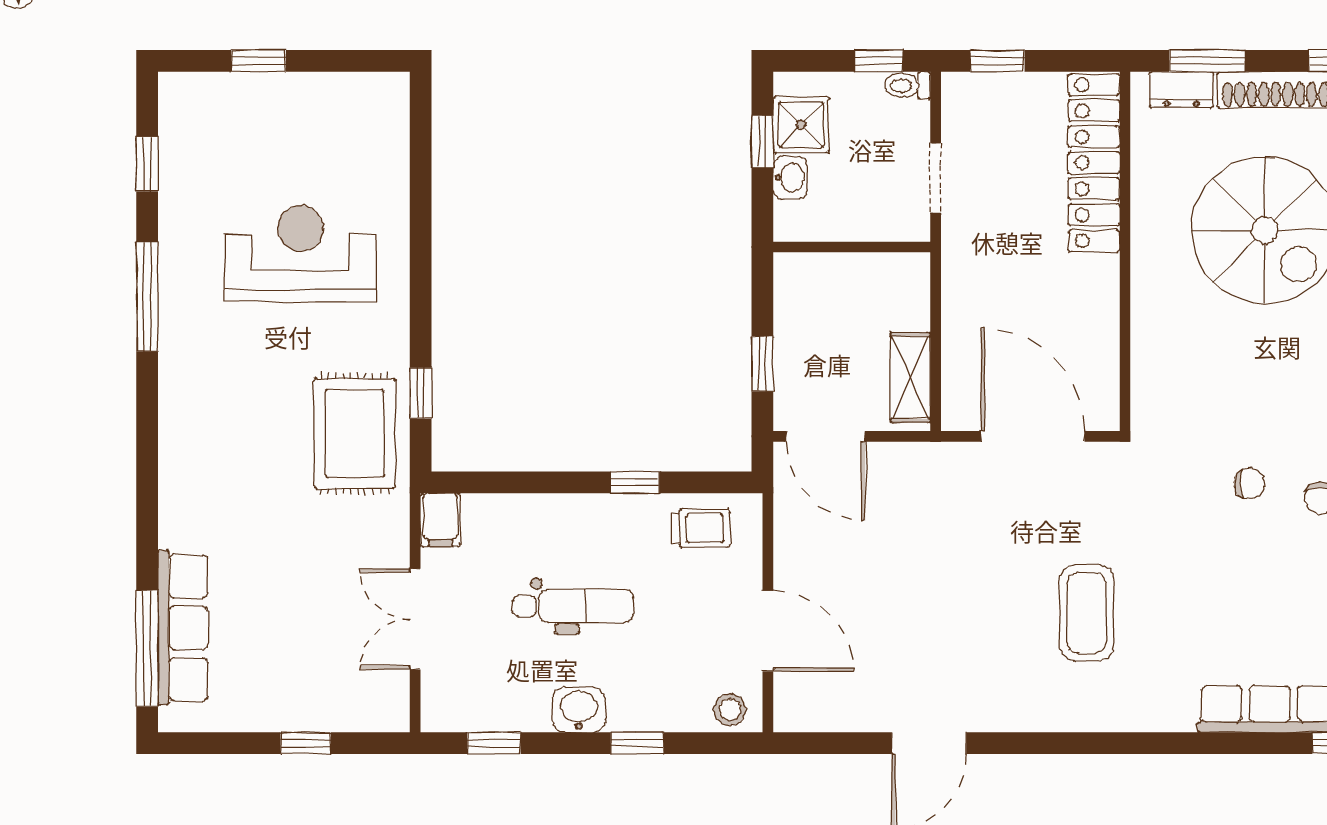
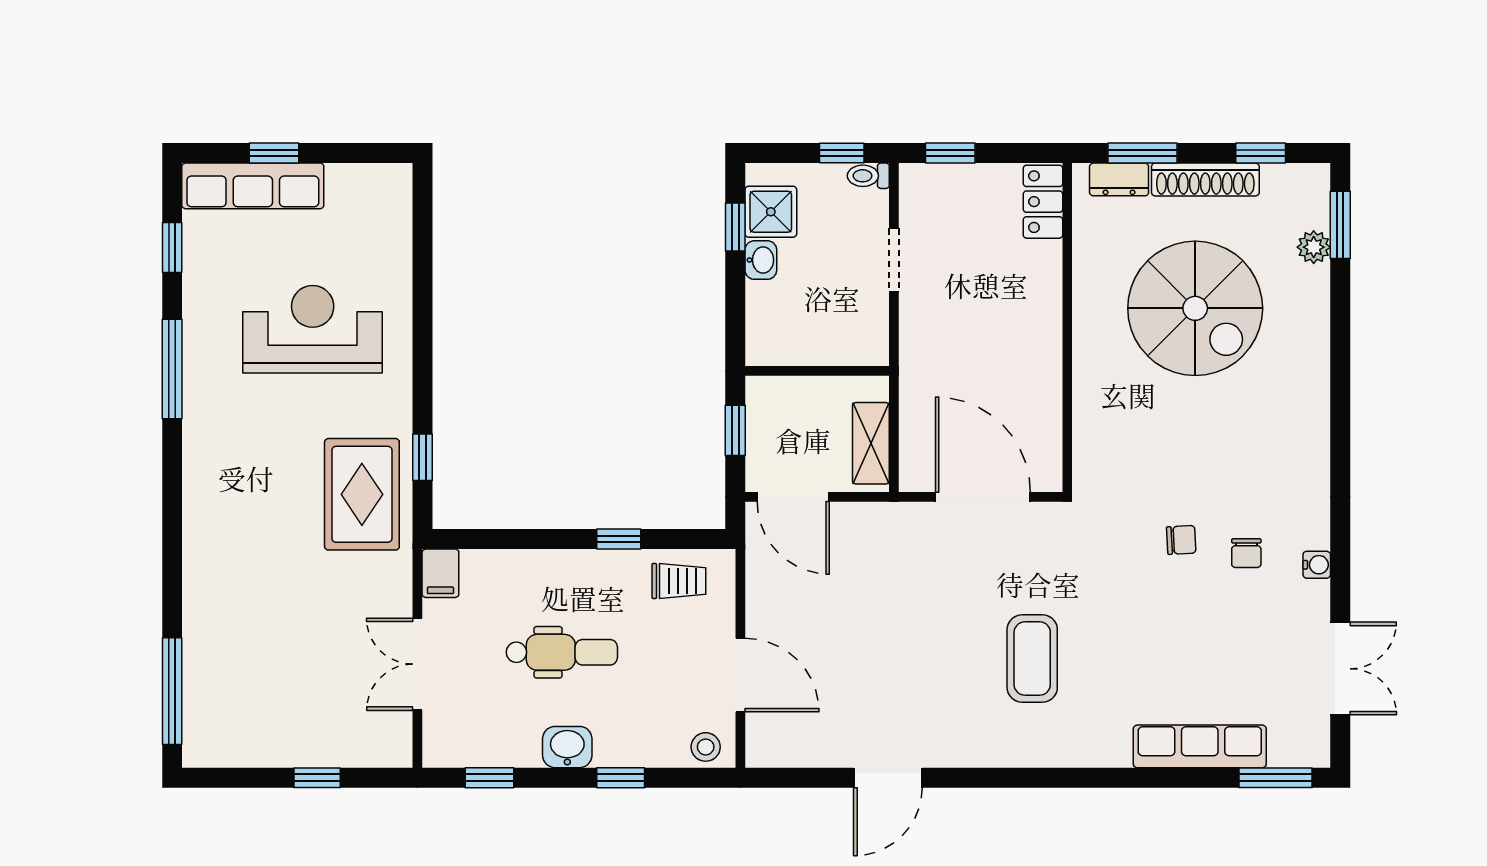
locker: (1094, 163) -> (1043, 202), width x0.46, depth x0.83
wall: (852, 247) -> (817, 371), moved
row of seats: (183, 628) -> (253, 186), moved, turned 90

